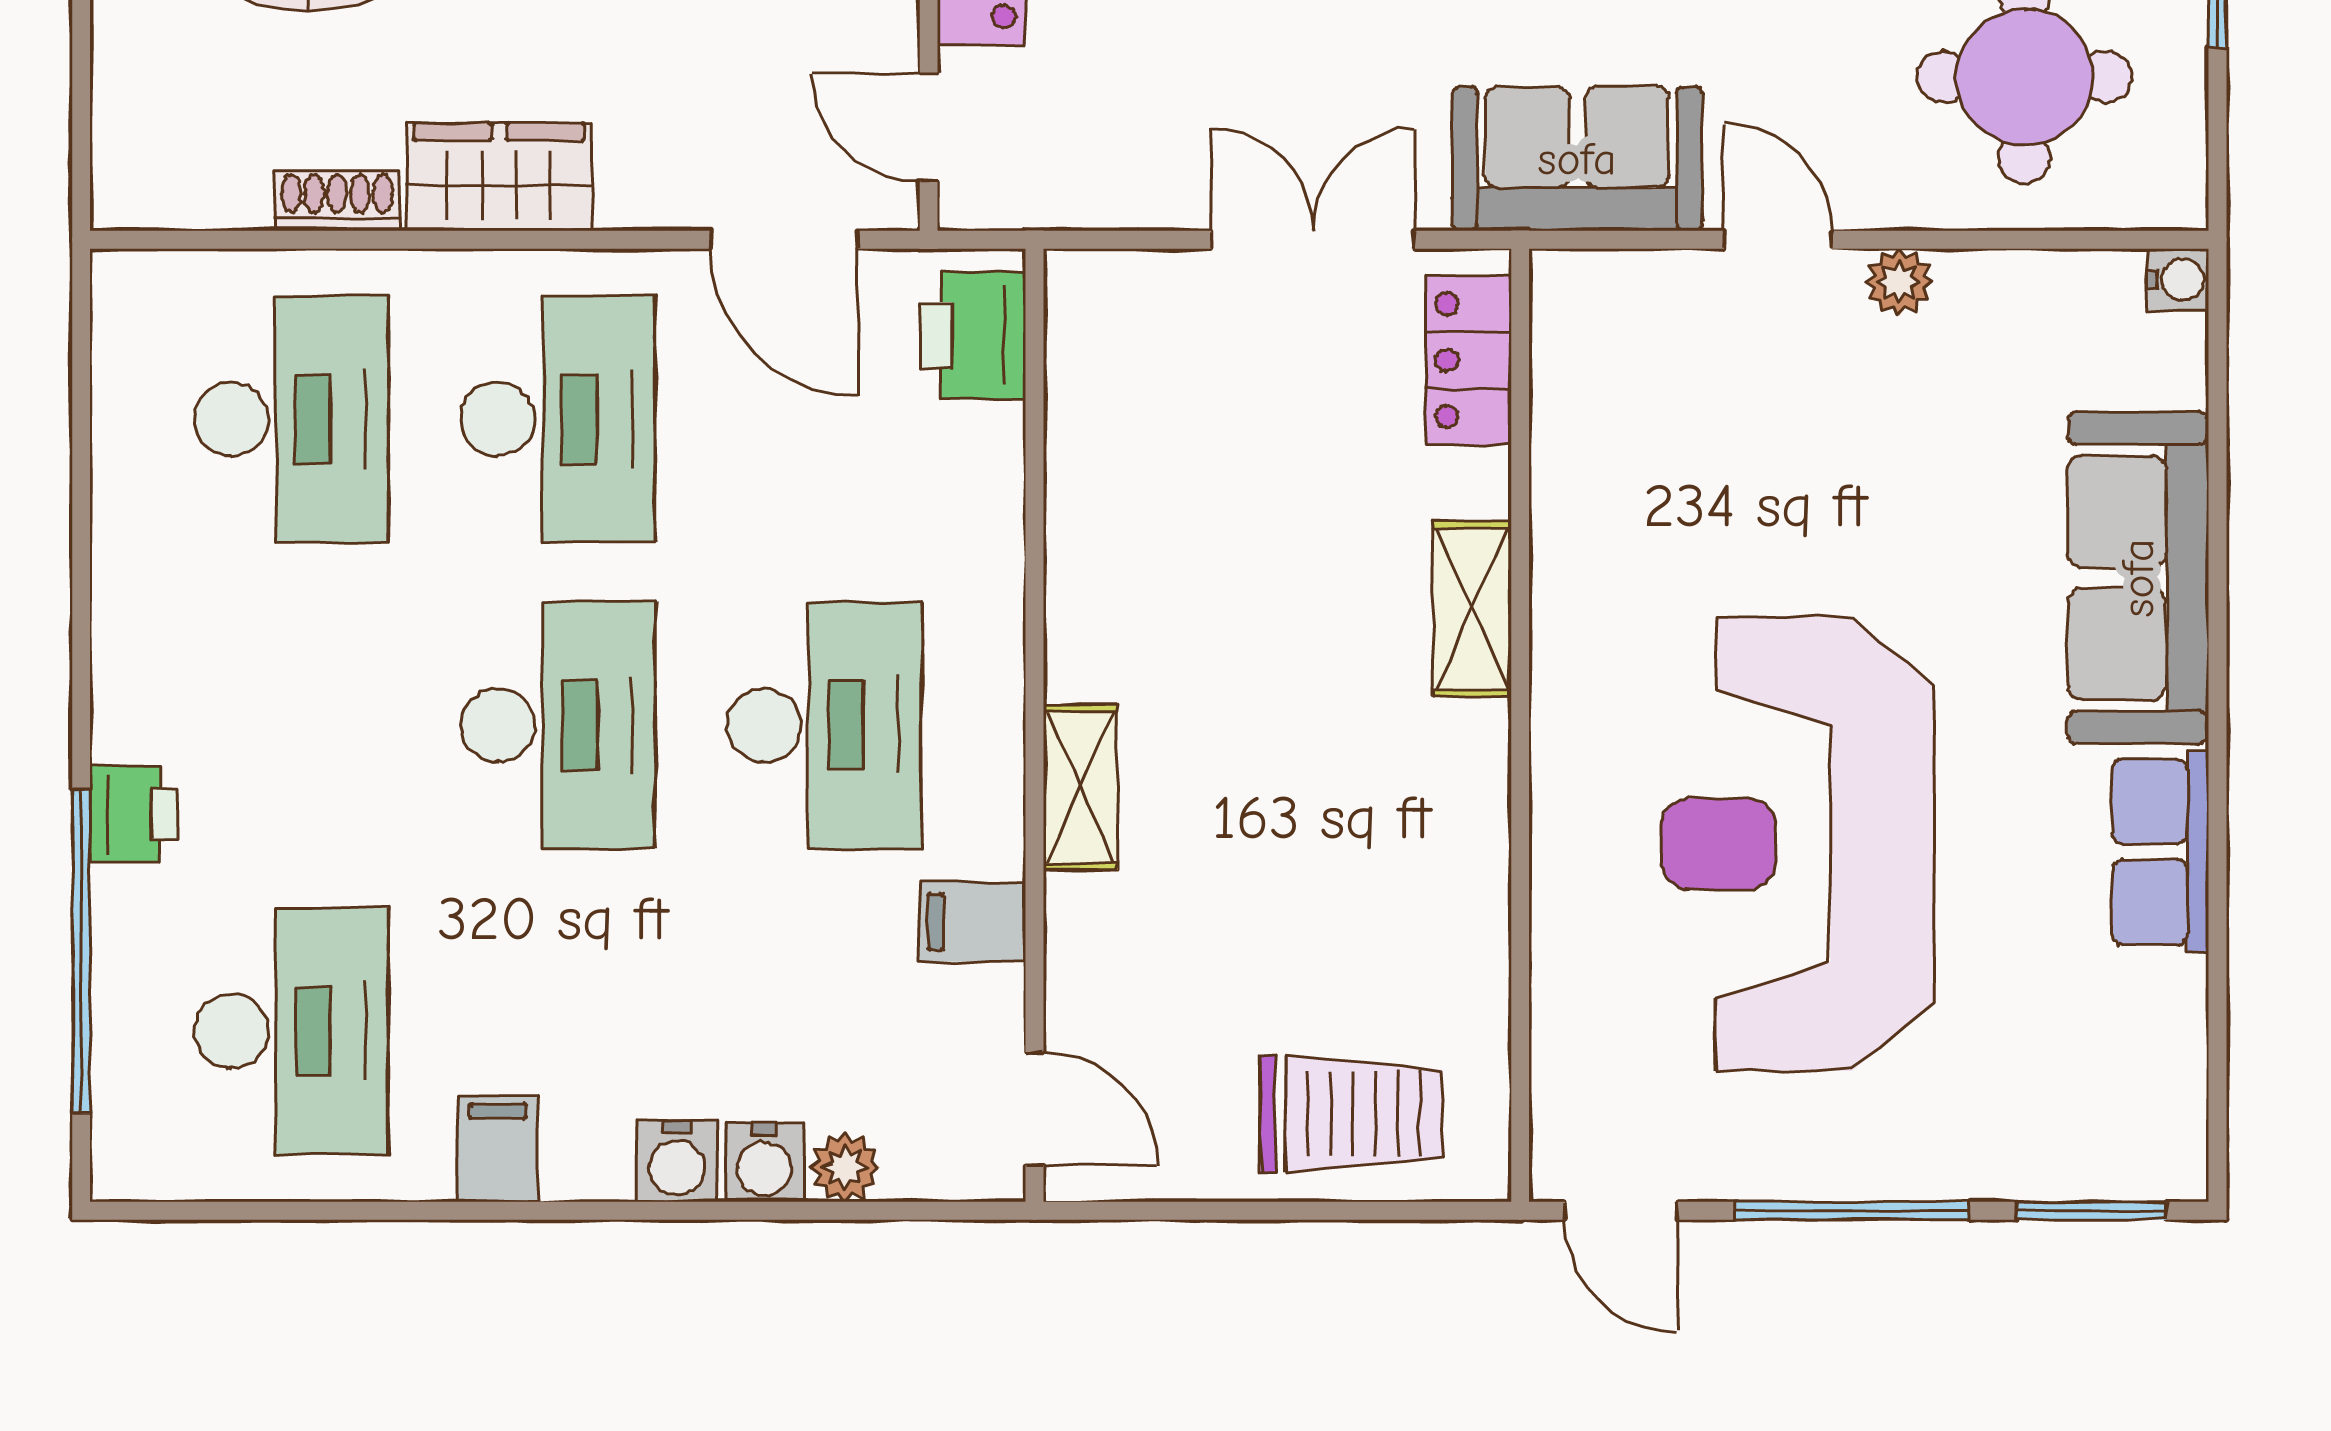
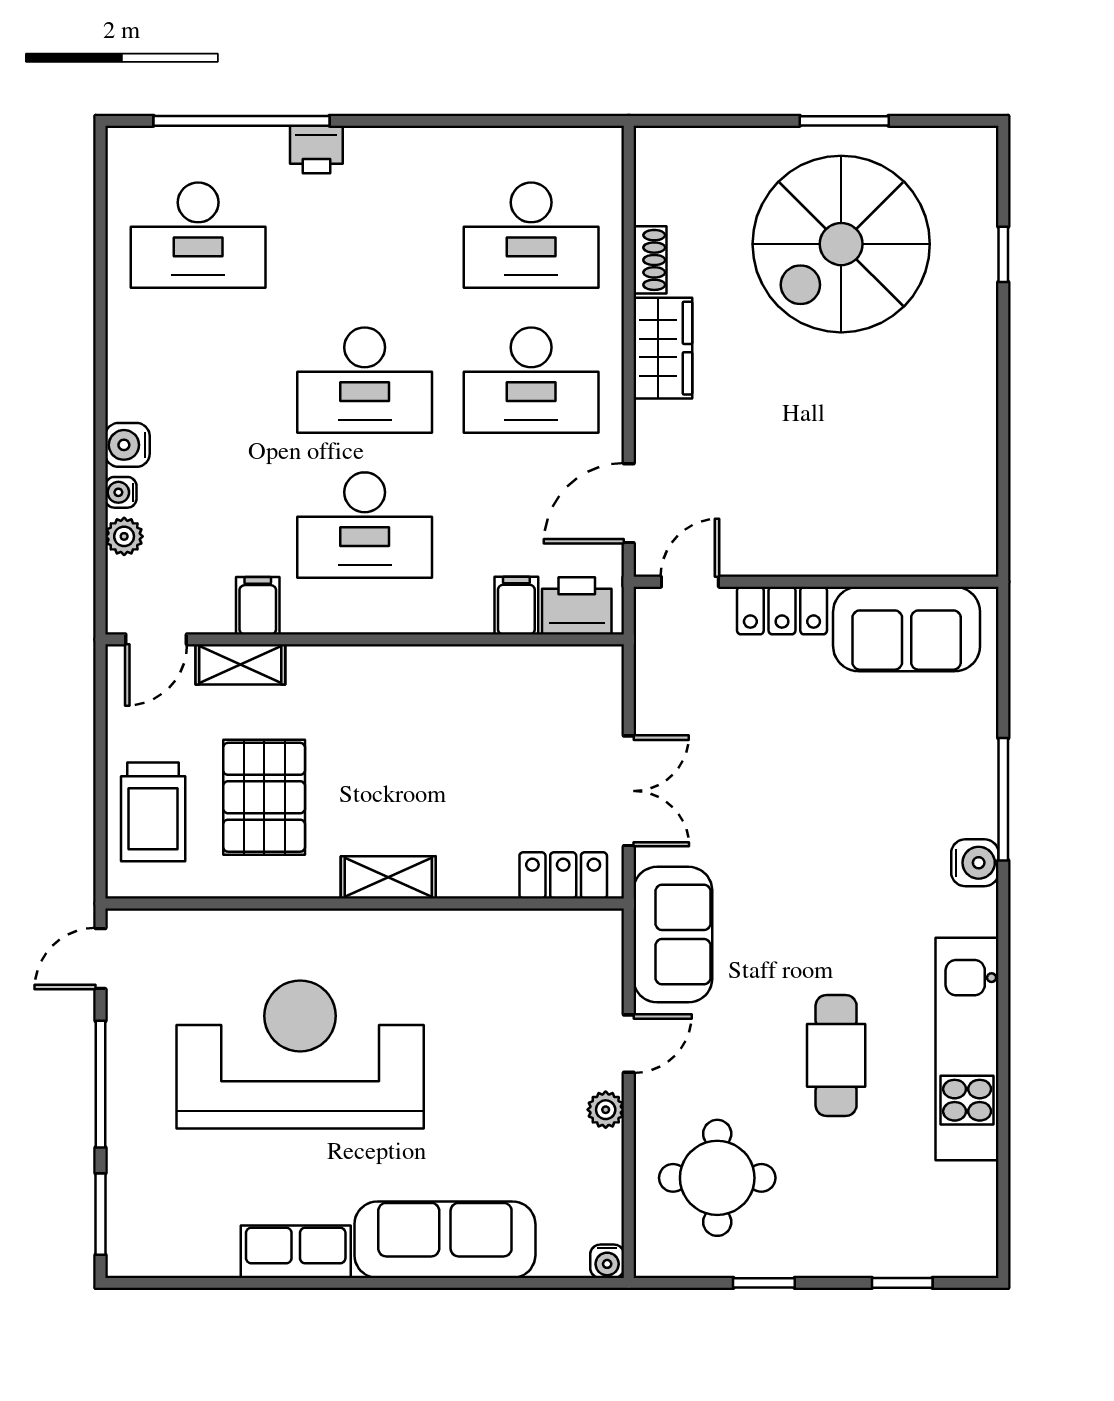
shelving: (1472, 609) -> (388, 877), moved
shelving: (1080, 788) -> (240, 664), moved
pallet: (1325, 910) -> (264, 797), added
filing cabinet: (498, 1148) -> (516, 606), moved, turned -90
water cooler: (764, 1162) -> (121, 492), width x0.72, depth x0.72

